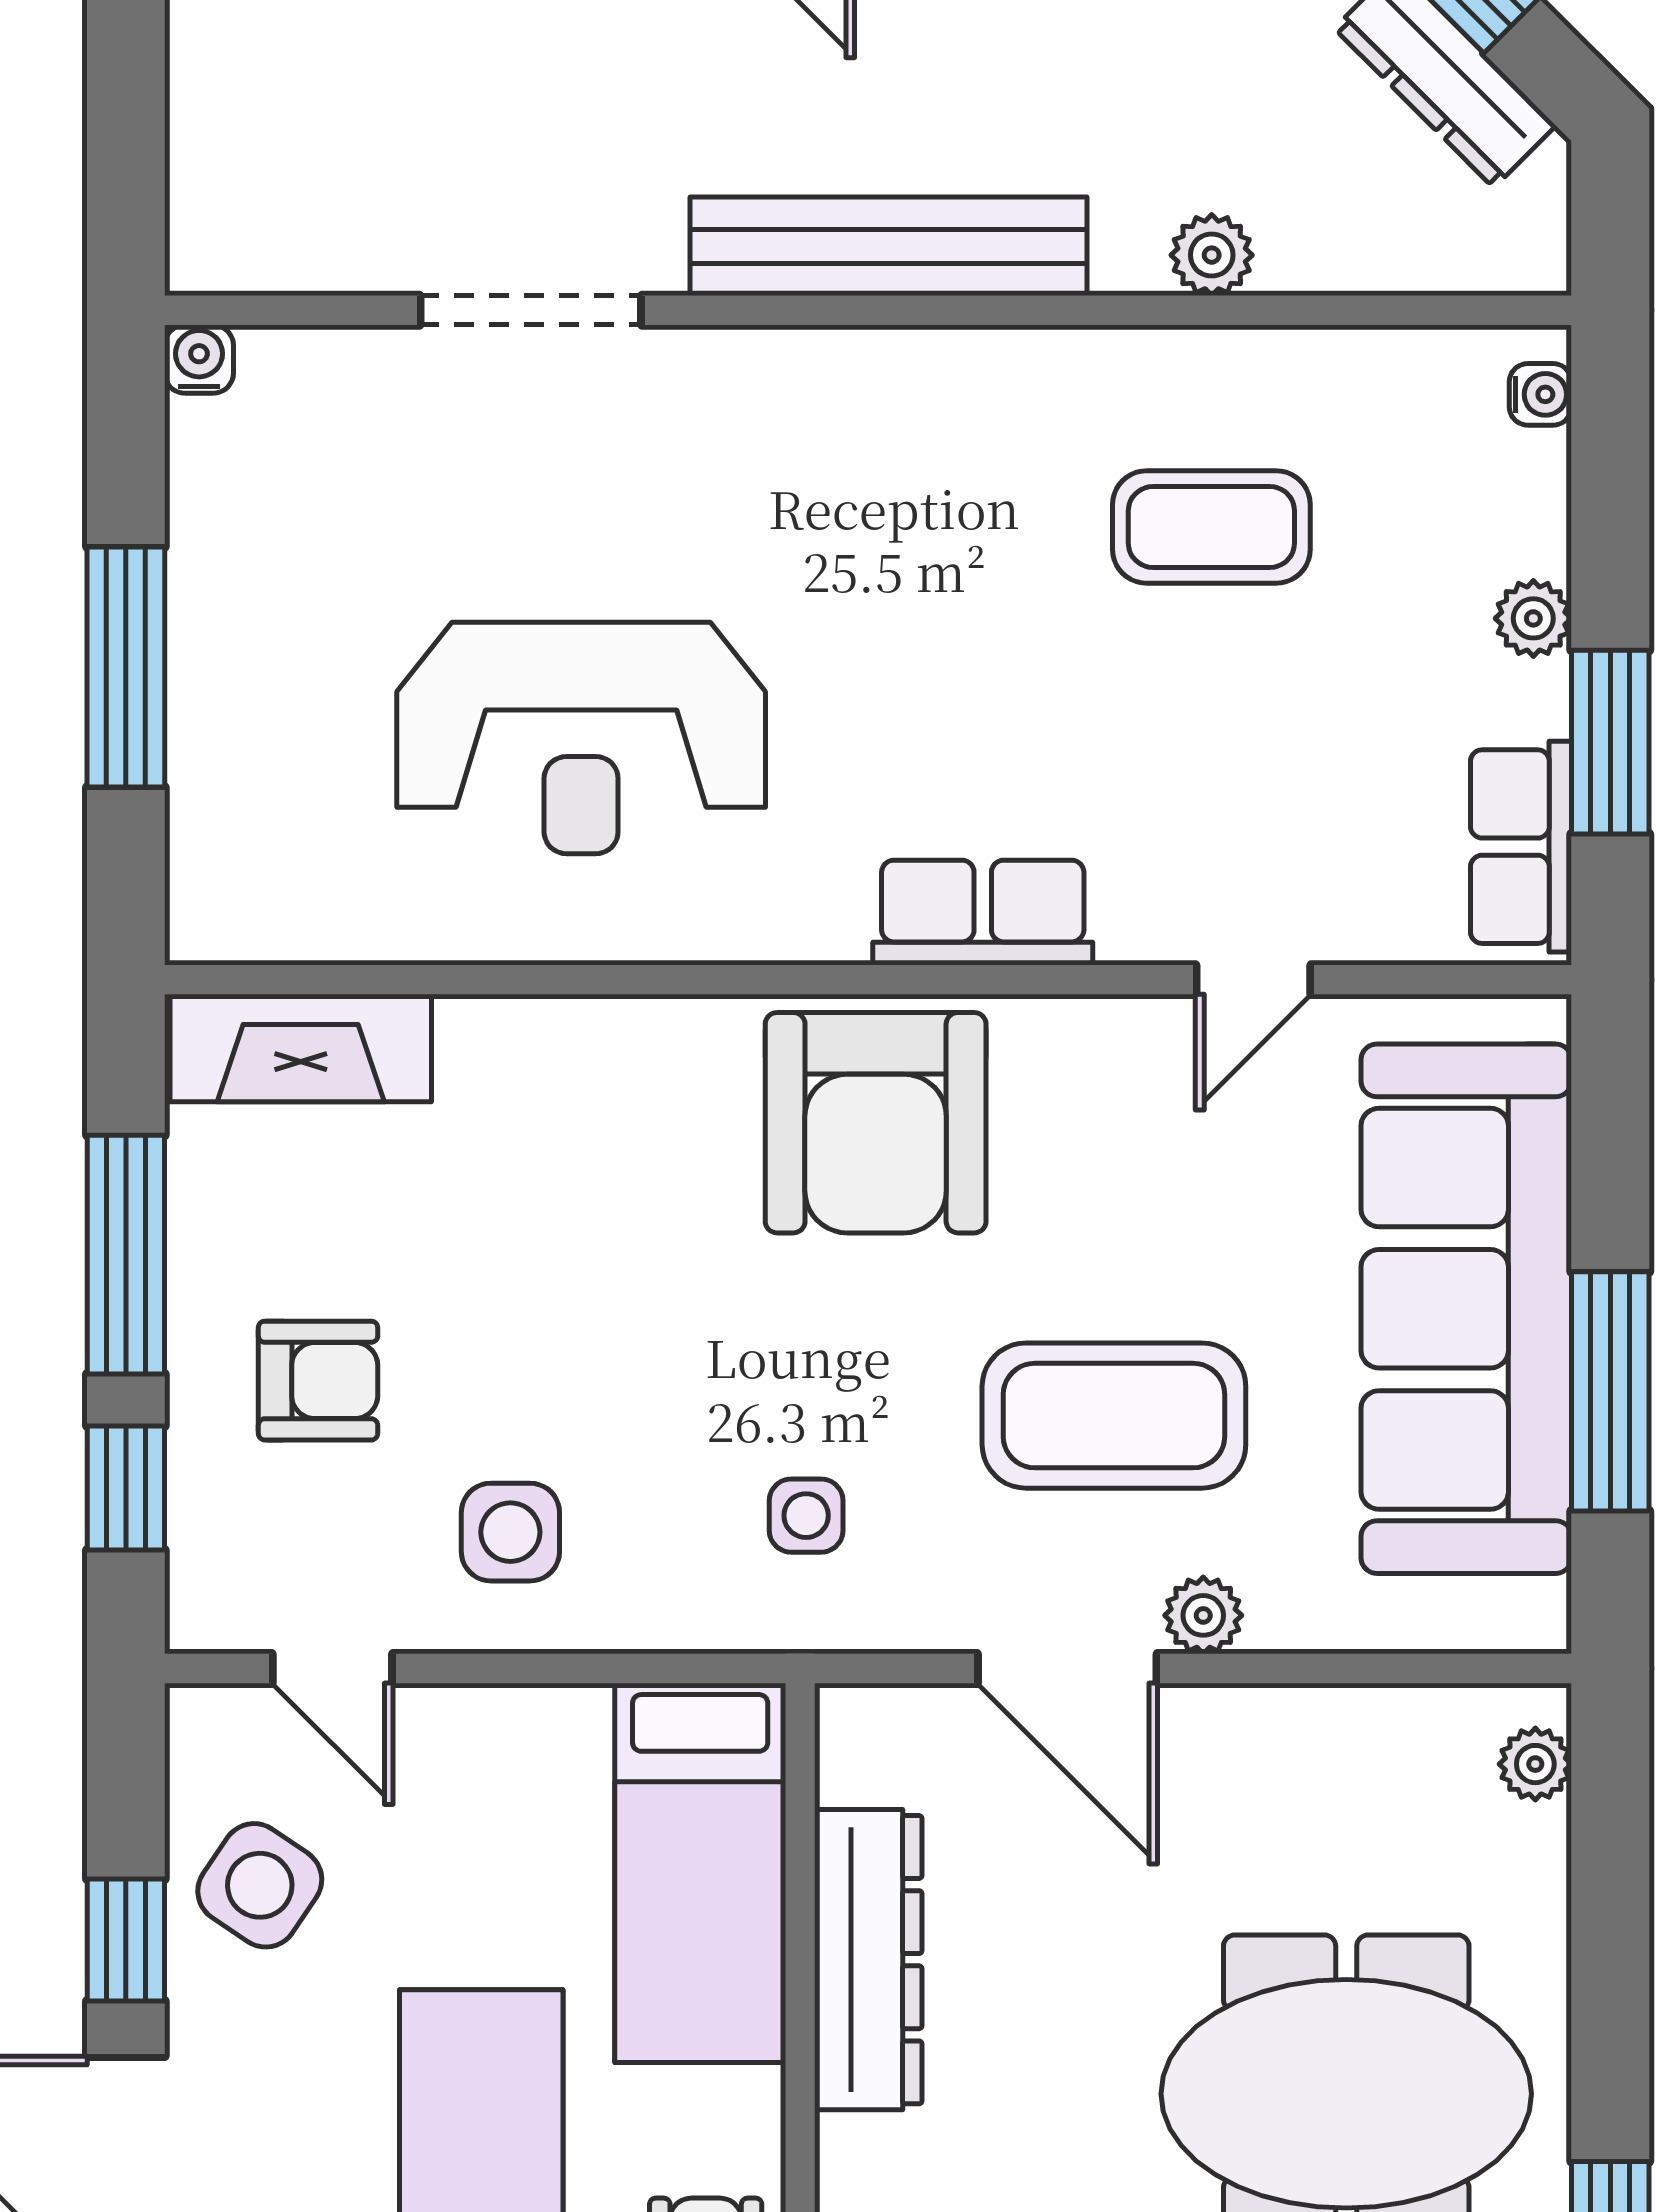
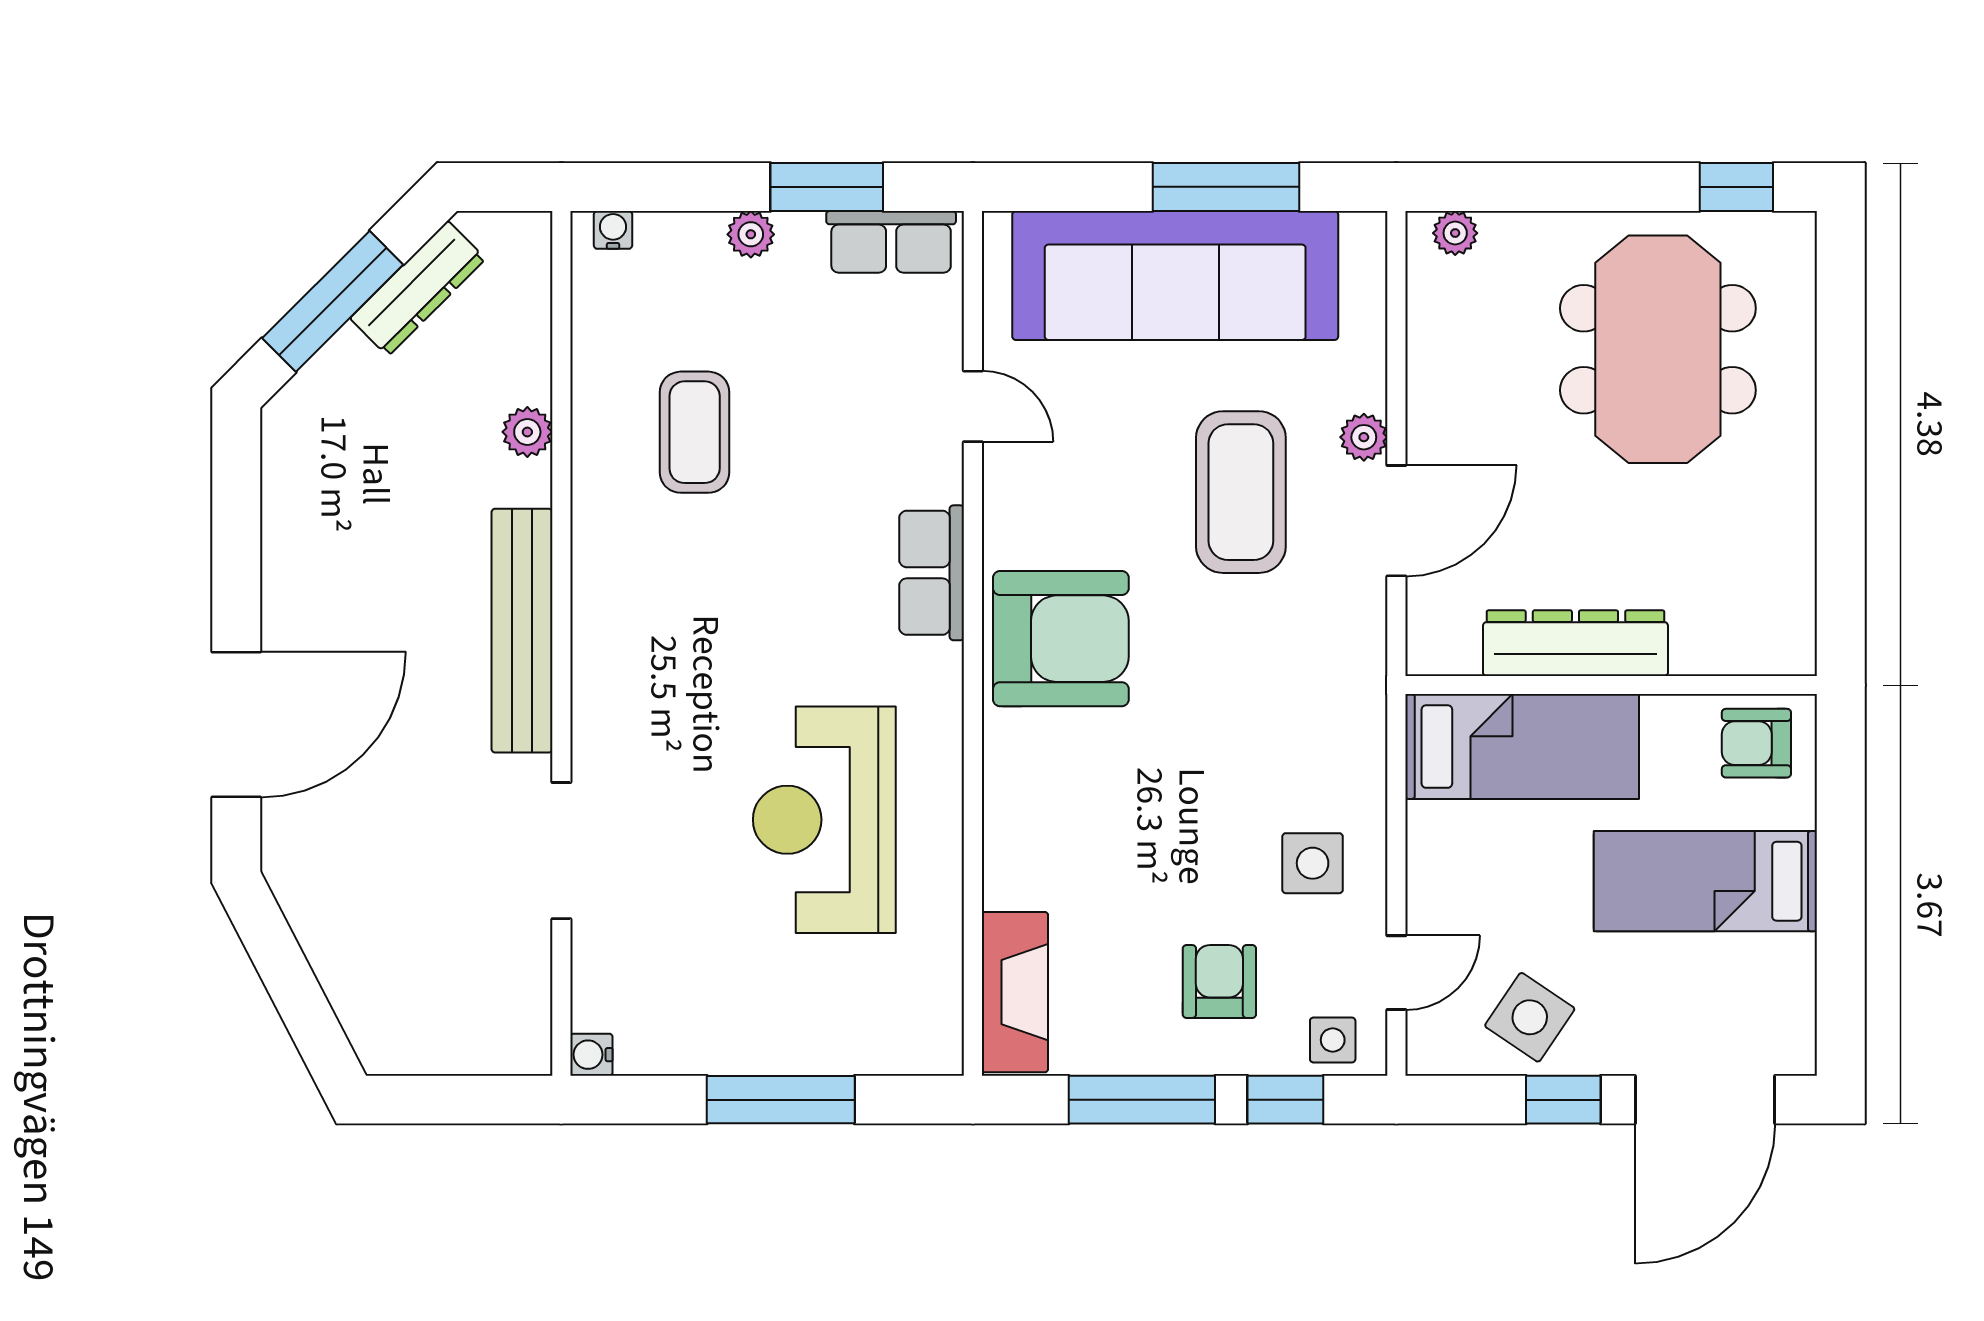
reception desk: (581, 738) -> (824, 820), turned 180
side table: (806, 1516) -> (1333, 1040), moved

